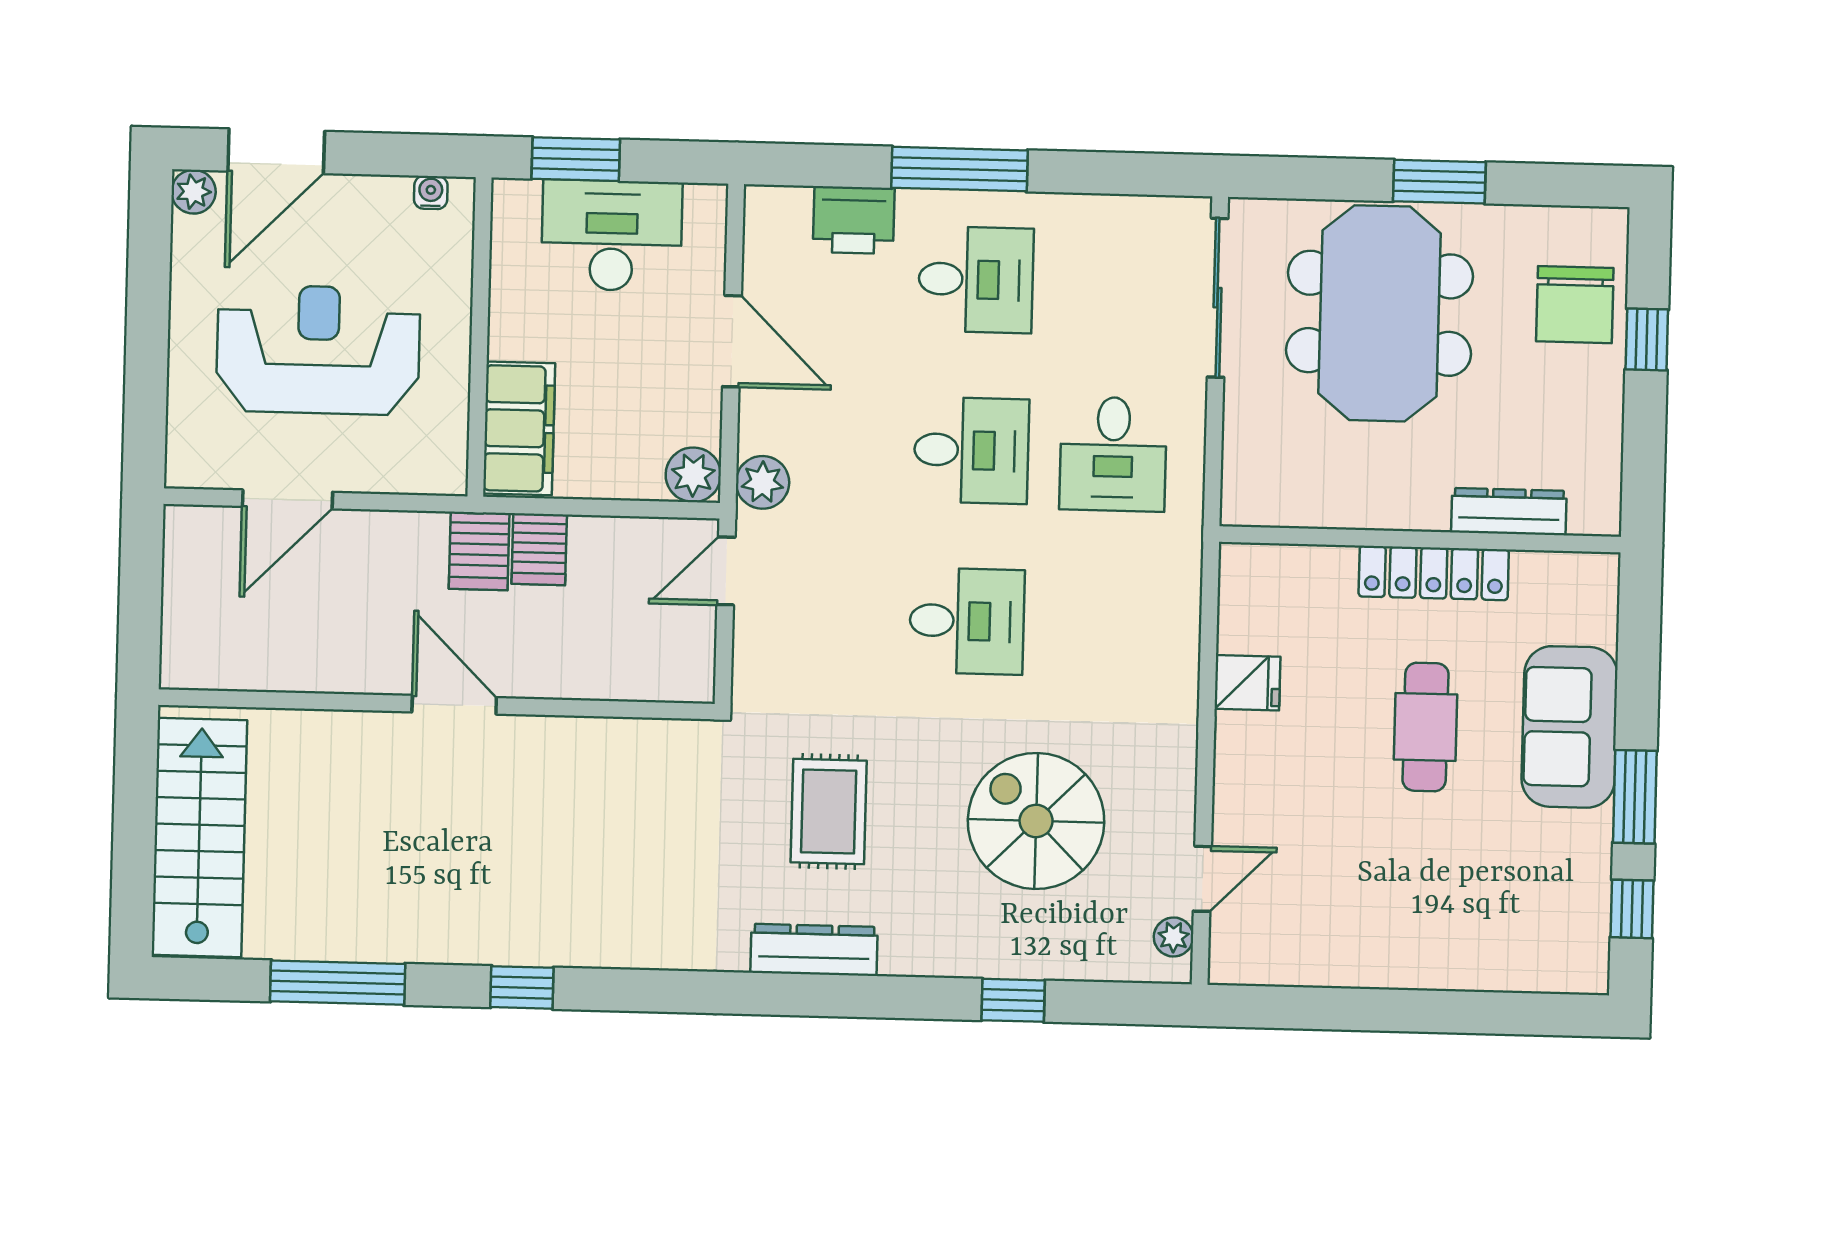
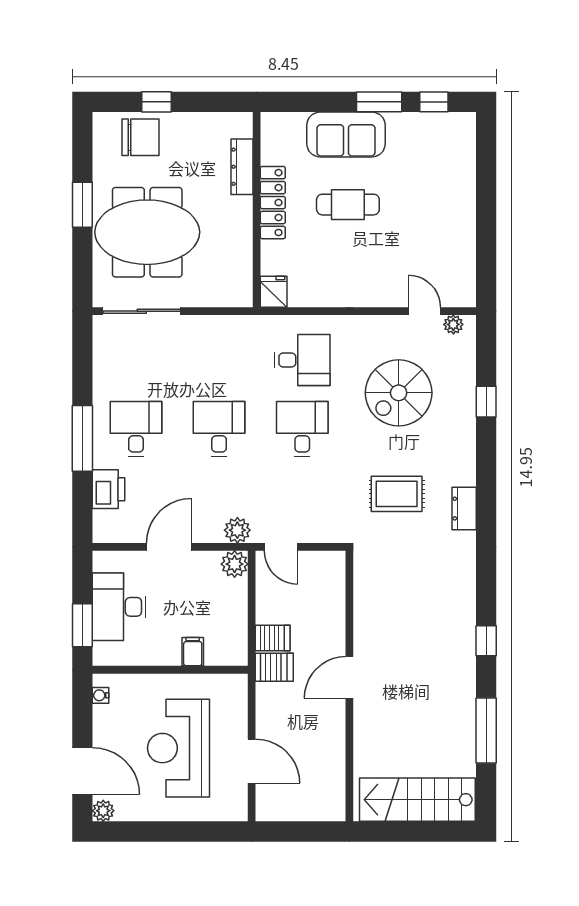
filing cabinet: (519, 428) -> (193, 652), width x0.33, depth x0.86
desk: (1113, 454) -> (302, 360), moved
fridge: (1247, 683) -> (274, 292), moved
dresser: (814, 950) -> (464, 509), width x0.70

